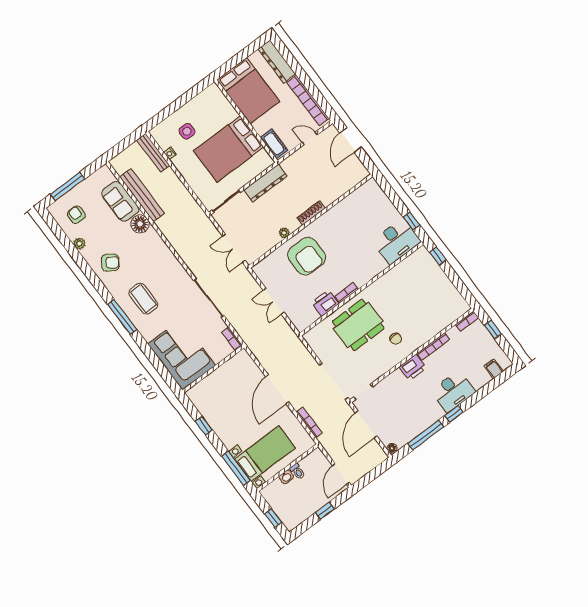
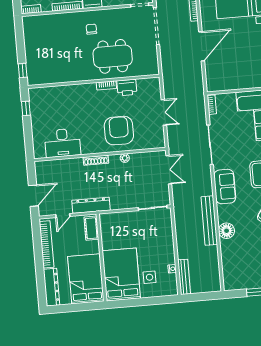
door: (310, 139) -> (63, 216), hinge flipped
bed: (229, 149) -> (121, 274), moved, turned -90
dresser: (266, 183) -> (91, 205), moved
bench: (142, 195) -> (209, 221), moved
sofa: (120, 201) -> (225, 187), moved
desk: (396, 241) -> (63, 143), moved, turned 180

